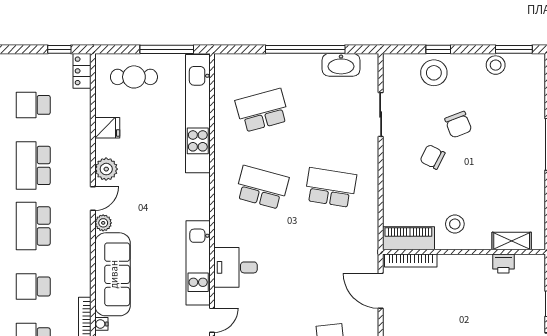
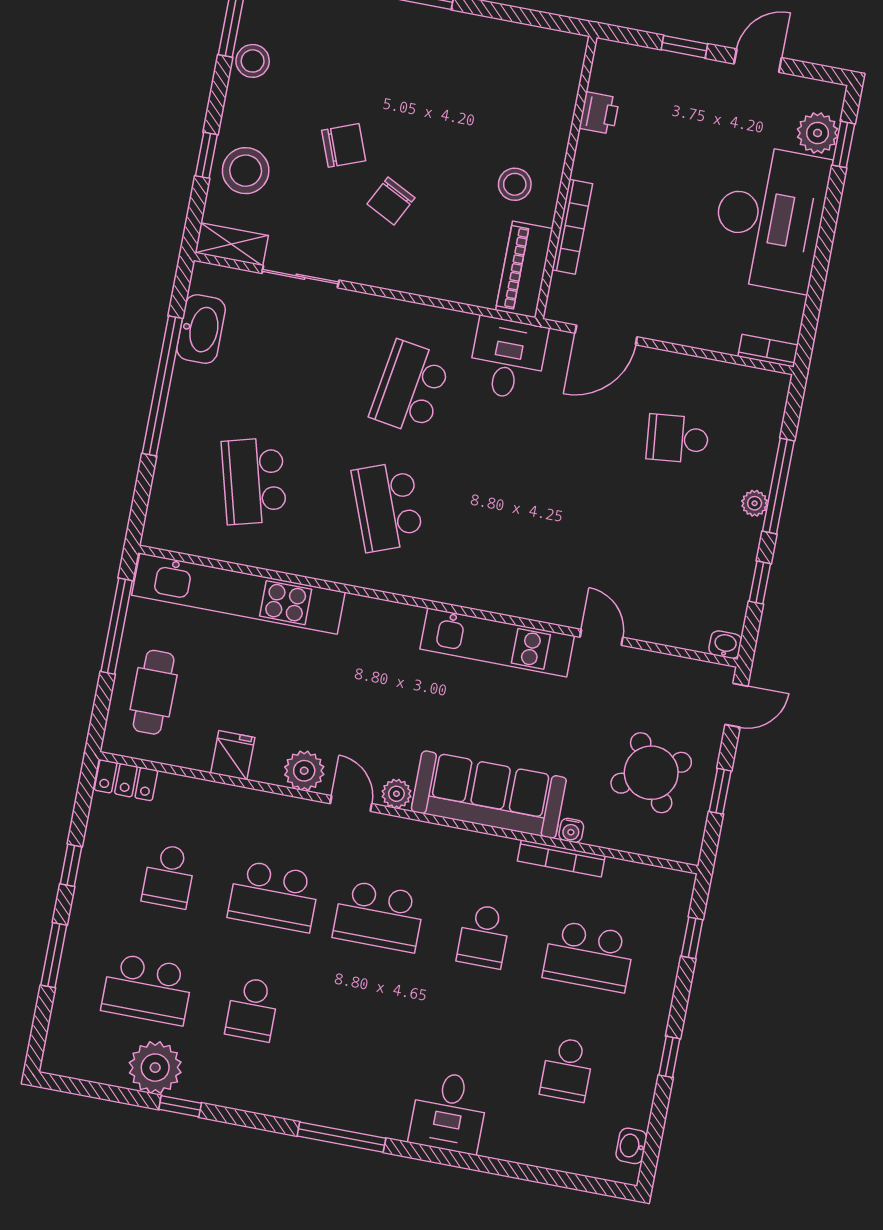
window: (59, 49) -> (71, 865), moved
school desk: (262, 187) -> (388, 507), turned -36
shelving: (512, 241) -> (232, 244), moved, turned 90
bookcase: (411, 260) -> (572, 227), moved
desk: (236, 267) -> (508, 359), moved, turned 180

